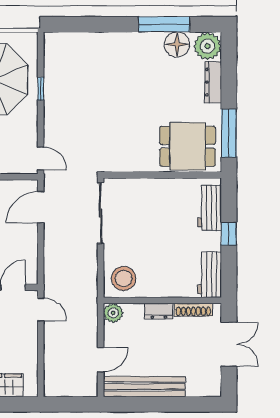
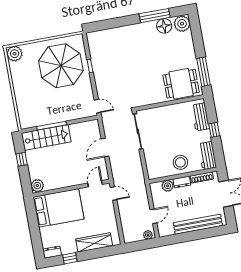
dresser: (213, 82) -> (189, 44), removed
door: (41, 207) -> (105, 147), moved
stool: (124, 278) -> (180, 162), moved
plant: (113, 313) -> (168, 186), moved
bench: (144, 387) -> (198, 224), moved
plant: (86, 389) -> (148, 235), added

